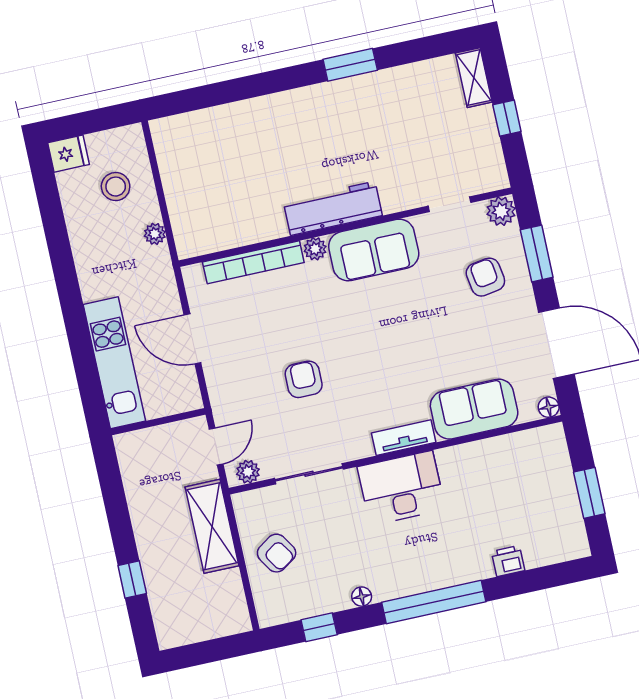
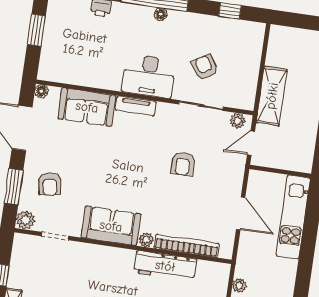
workbench: (333, 208) -> (165, 266), moved
armchair: (277, 553) -> (205, 67), moved
floor lamp: (362, 597) -> (161, 14), moved

